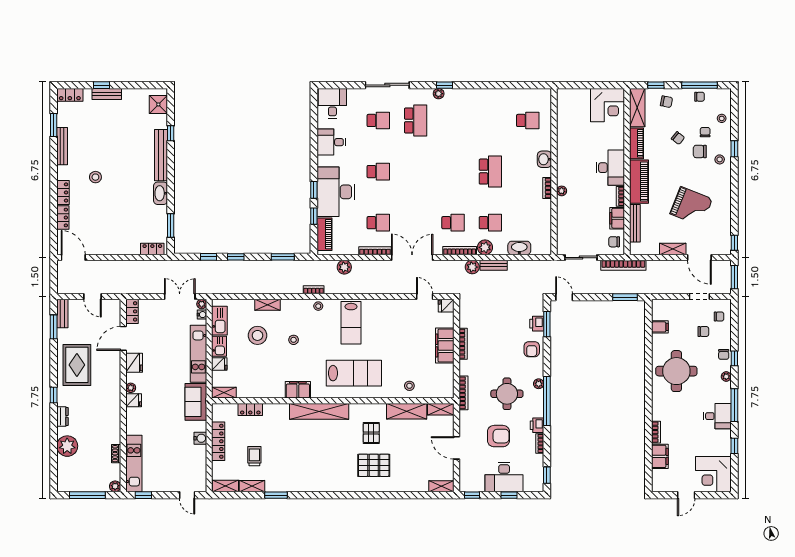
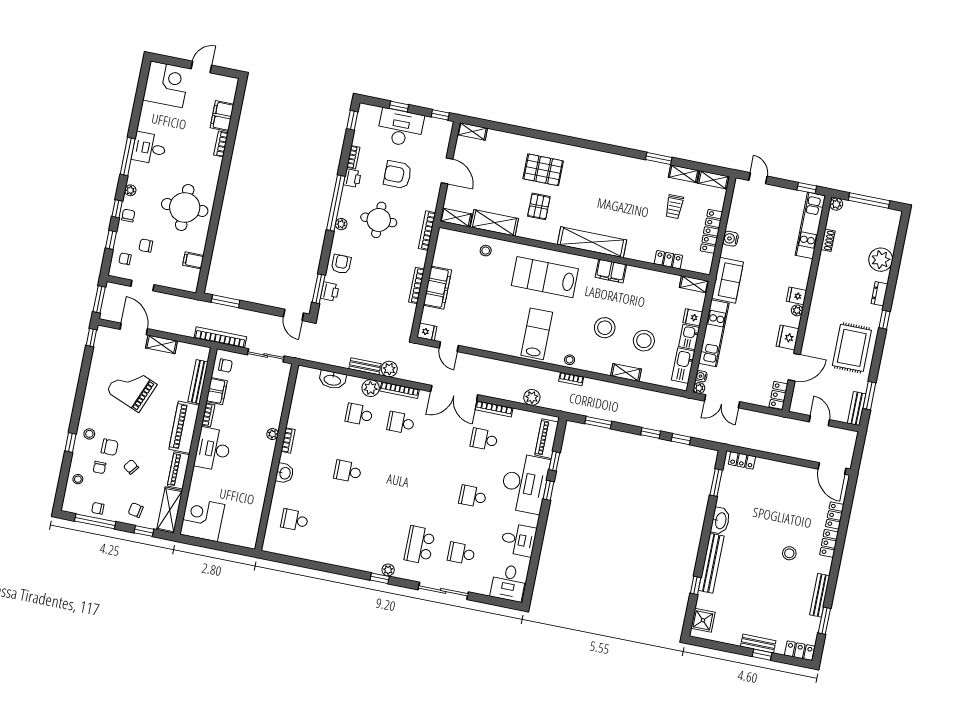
school desk: (490, 172) -> (348, 471), width x0.54
stool: (294, 340) -> (605, 328), width x1.89, depth x1.89
window: (734, 446) -> (111, 240), moved

